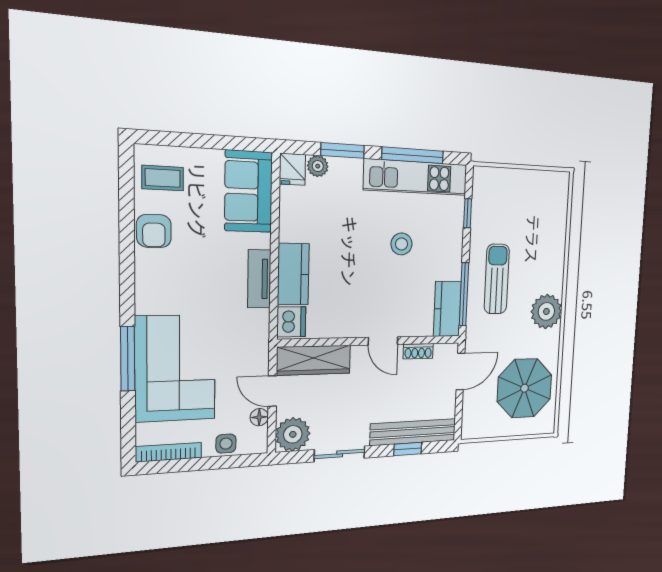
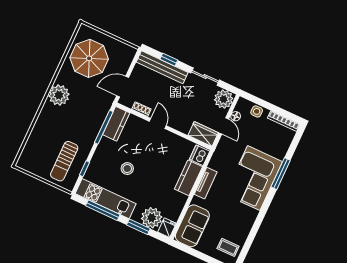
plant: (318, 166) -> (152, 218), width x1.88, depth x1.88
armchair: (154, 231) -> (243, 226), removed
sun lounger: (497, 279) -> (64, 161), moved
wardrobe: (314, 360) -> (203, 134), width x0.67
corner sofa: (175, 368) -> (254, 178), moved

